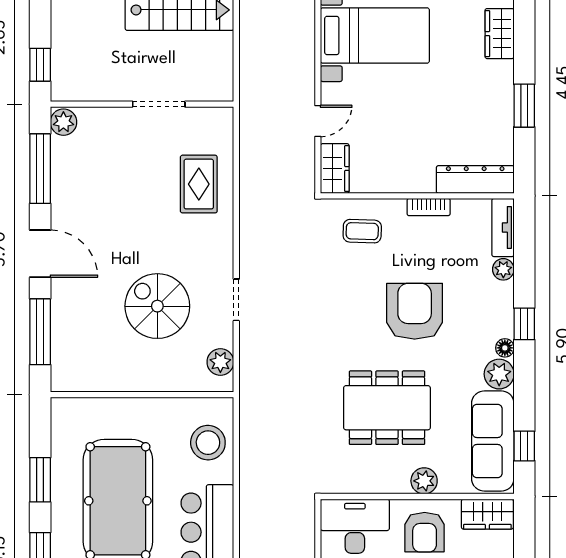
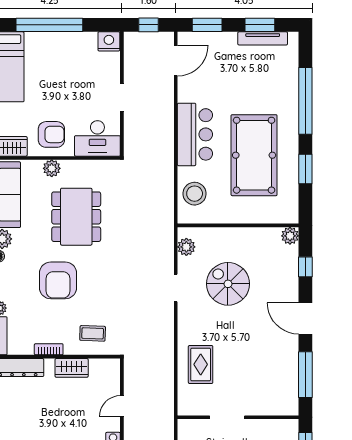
plant: (63, 122) -> (290, 236), moved
wardrobe: (335, 169) -> (72, 368), moved, turned -90
spiral stairs: (157, 306) -> (228, 284), turned 180
window: (40, 332) -> (305, 267), width x0.46
dining table: (387, 408) -> (76, 217), turned 90
armchair: (425, 532) -> (51, 134), turned 90

